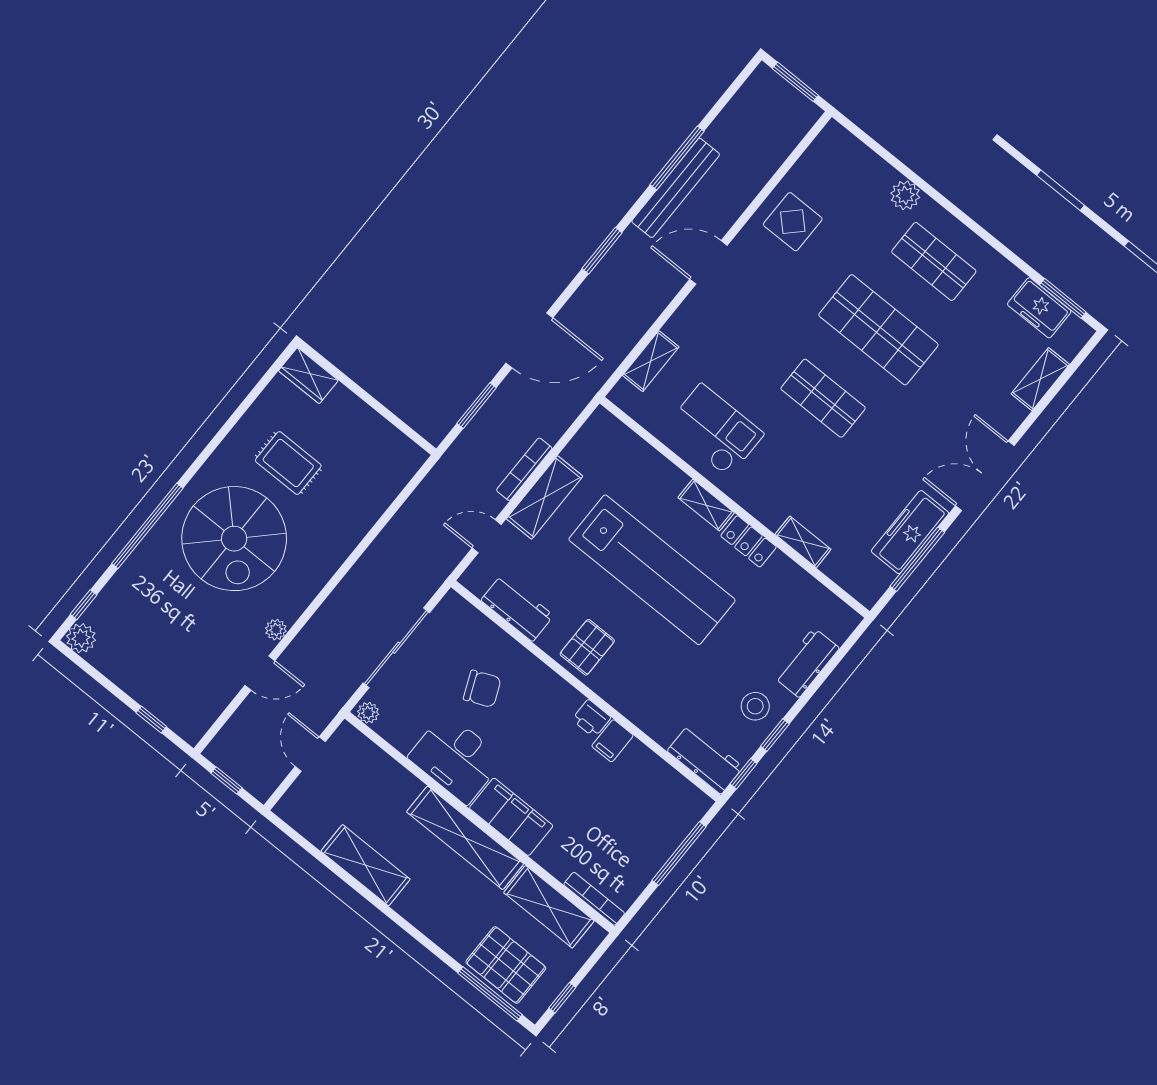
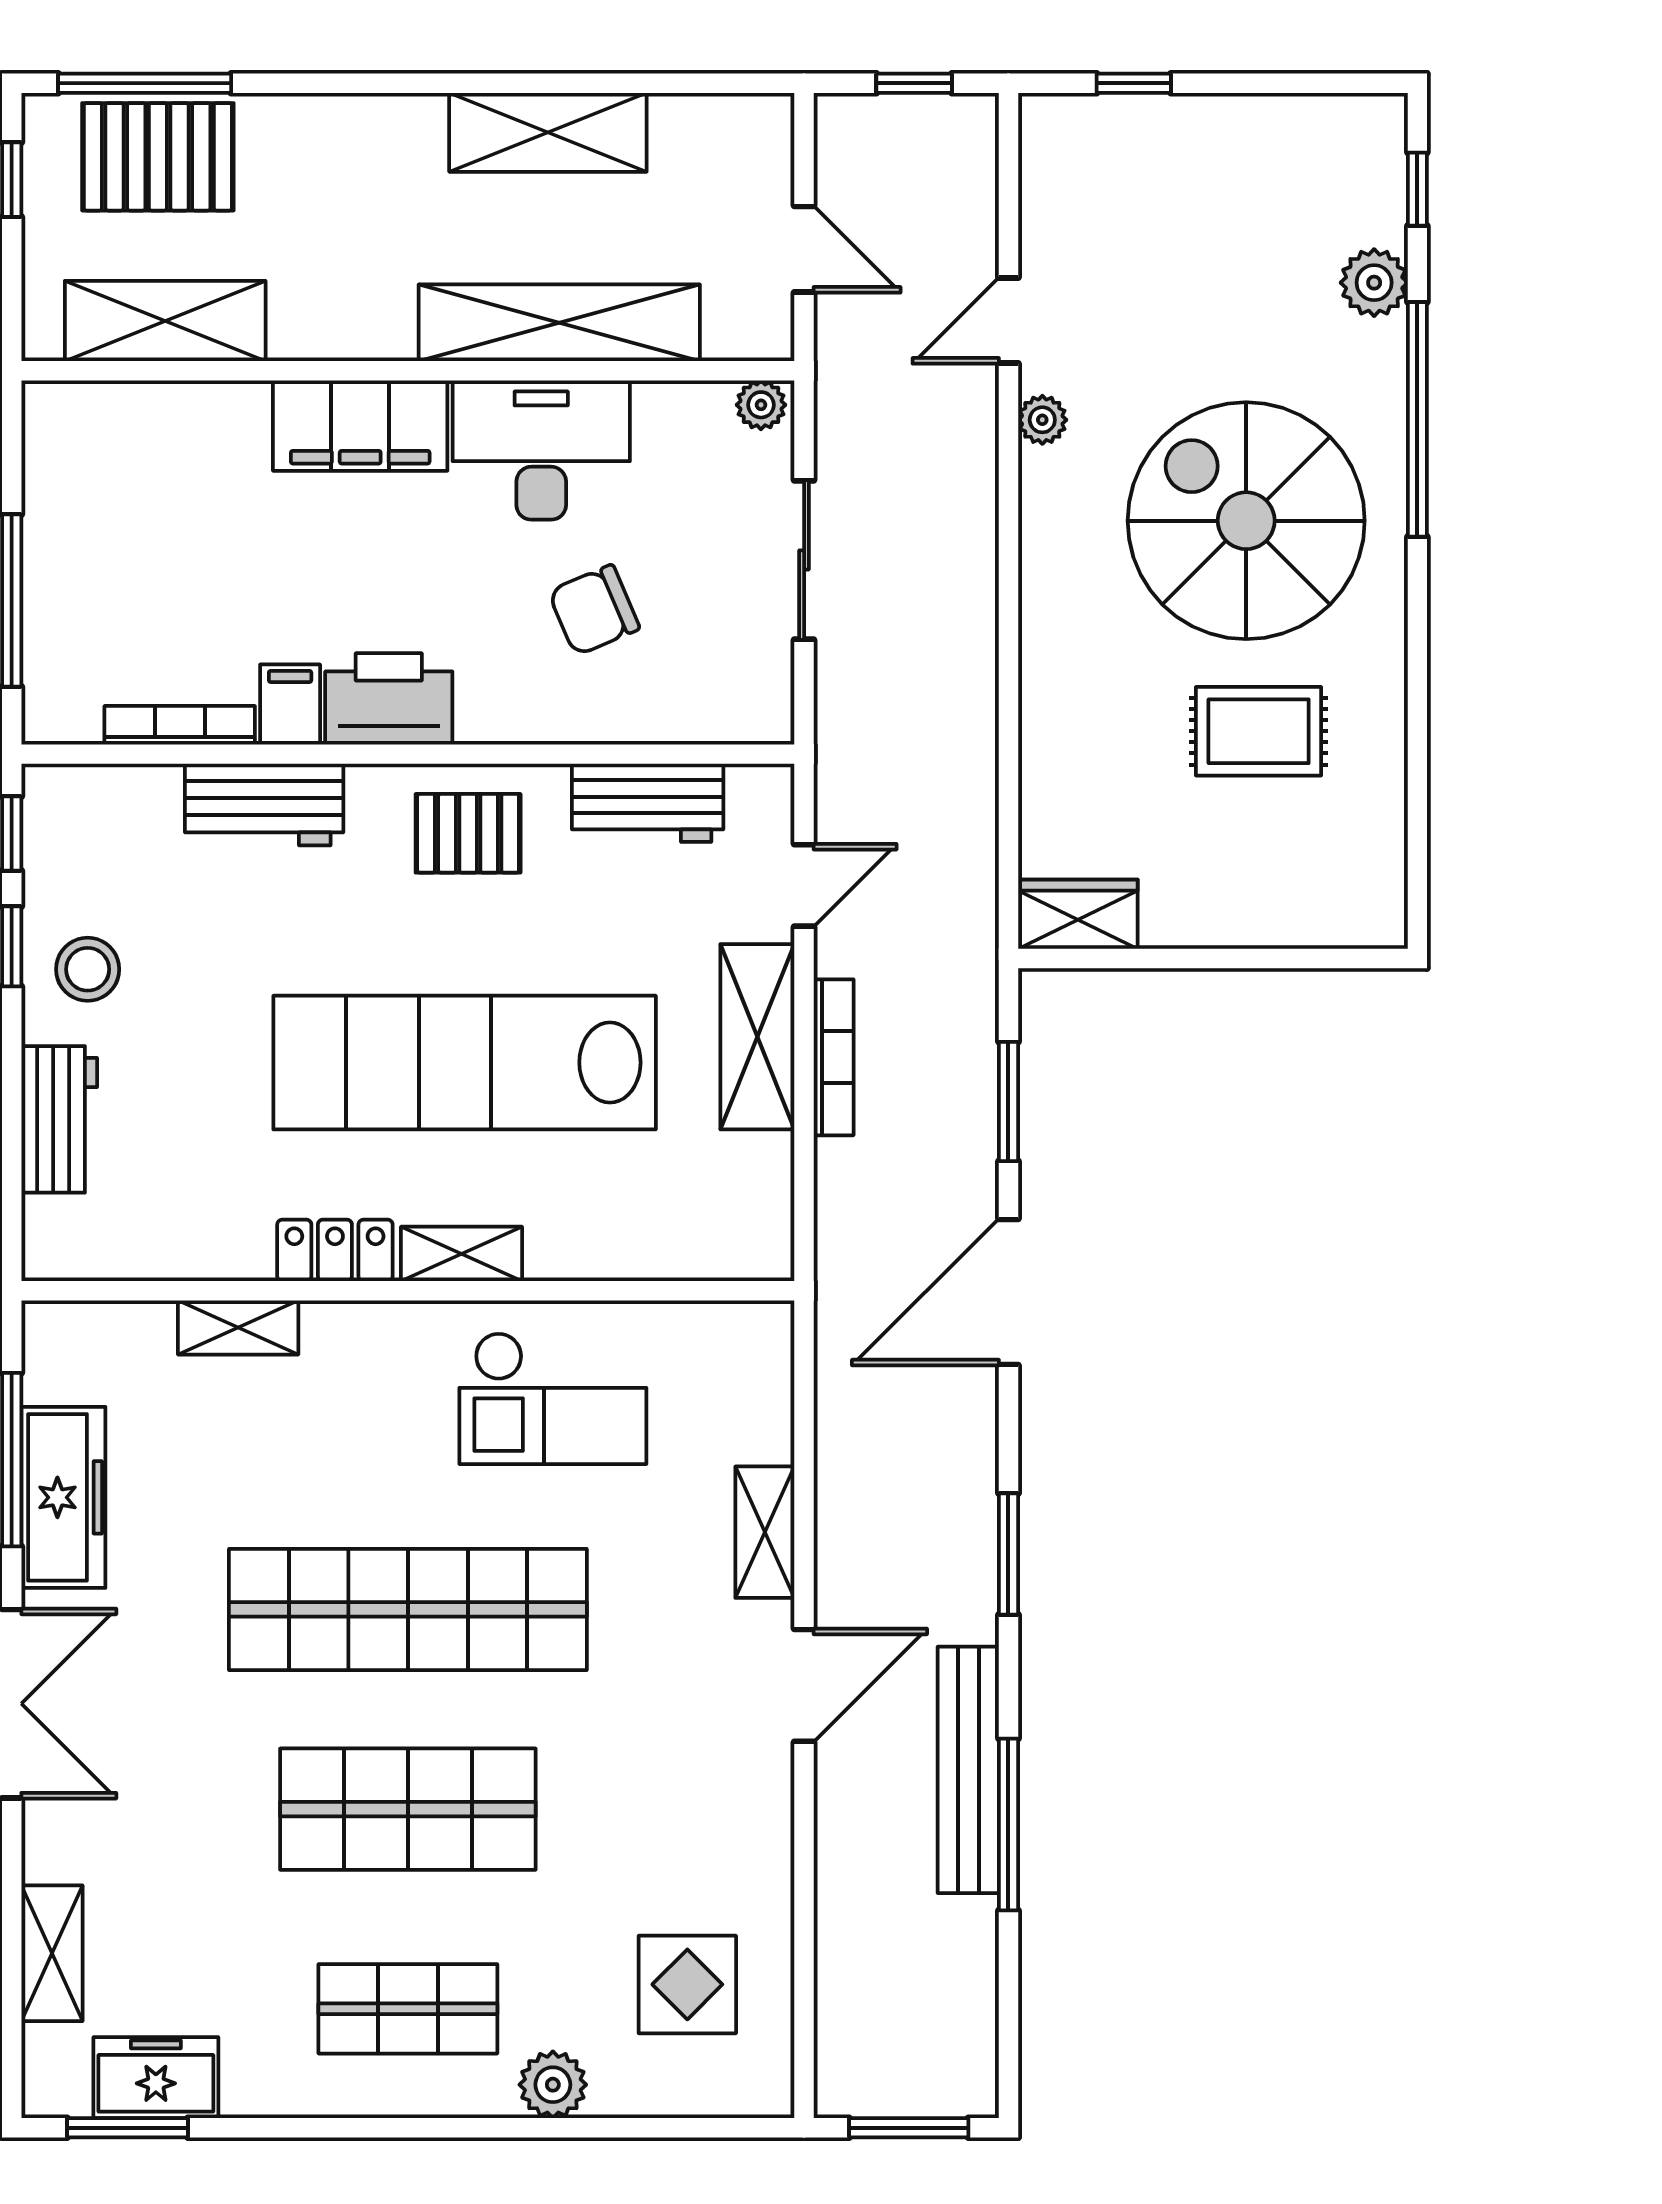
display table: (793, 222) -> (687, 1984), moved
shelving: (651, 361) -> (765, 1532), moved
wardrobe: (308, 376) -> (1078, 914), moved
shop shelf: (823, 398) -> (408, 1609), width x2.00, depth x1.36
plant: (81, 638) -> (1374, 283), moved
pallet: (587, 647) -> (468, 833), turned 90
sliding door: (396, 648) -> (804, 560), width x0.73
printer: (591, 718) -> (389, 699), width x1.87, depth x1.48
workbench: (705, 759) -> (264, 805), moved
shelving: (465, 838) -> (559, 323), moved
bookcase: (594, 899) -> (180, 725), moved, turned 180

